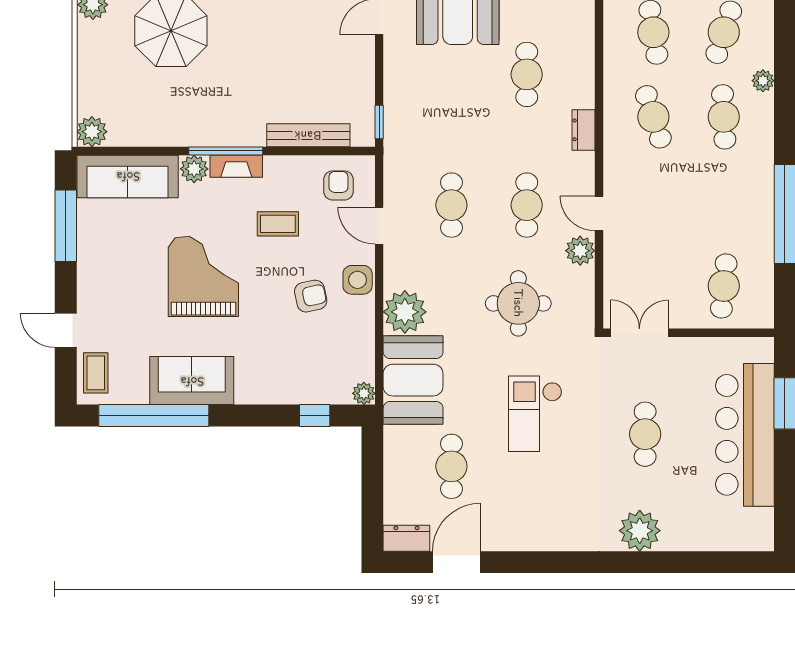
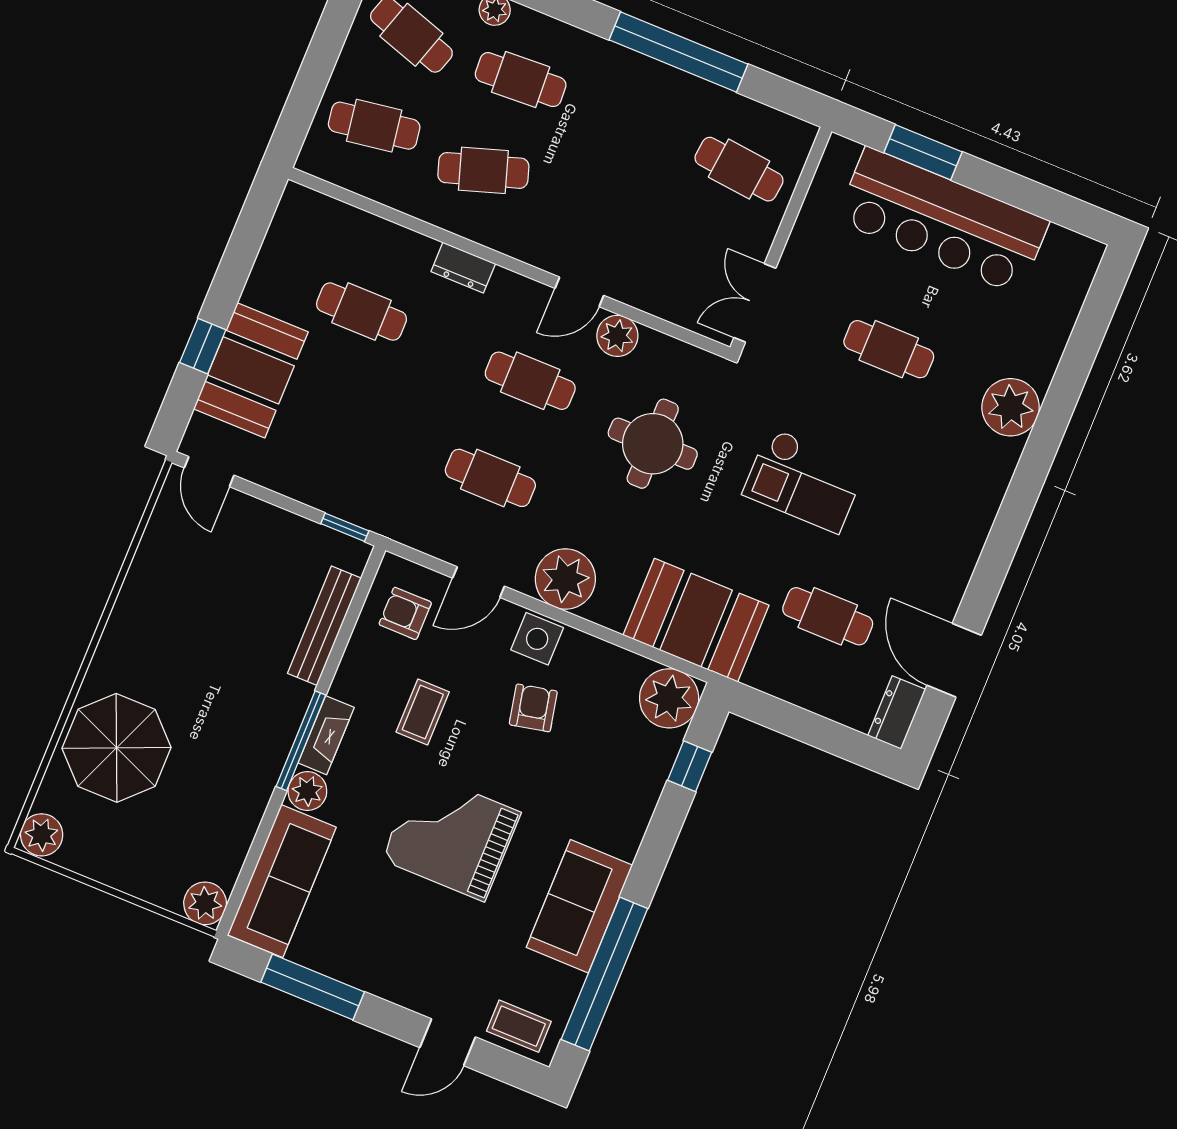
plant: (405, 312) -> (565, 579), moved
plant: (364, 393) -> (669, 698), width x1.87, depth x1.87

